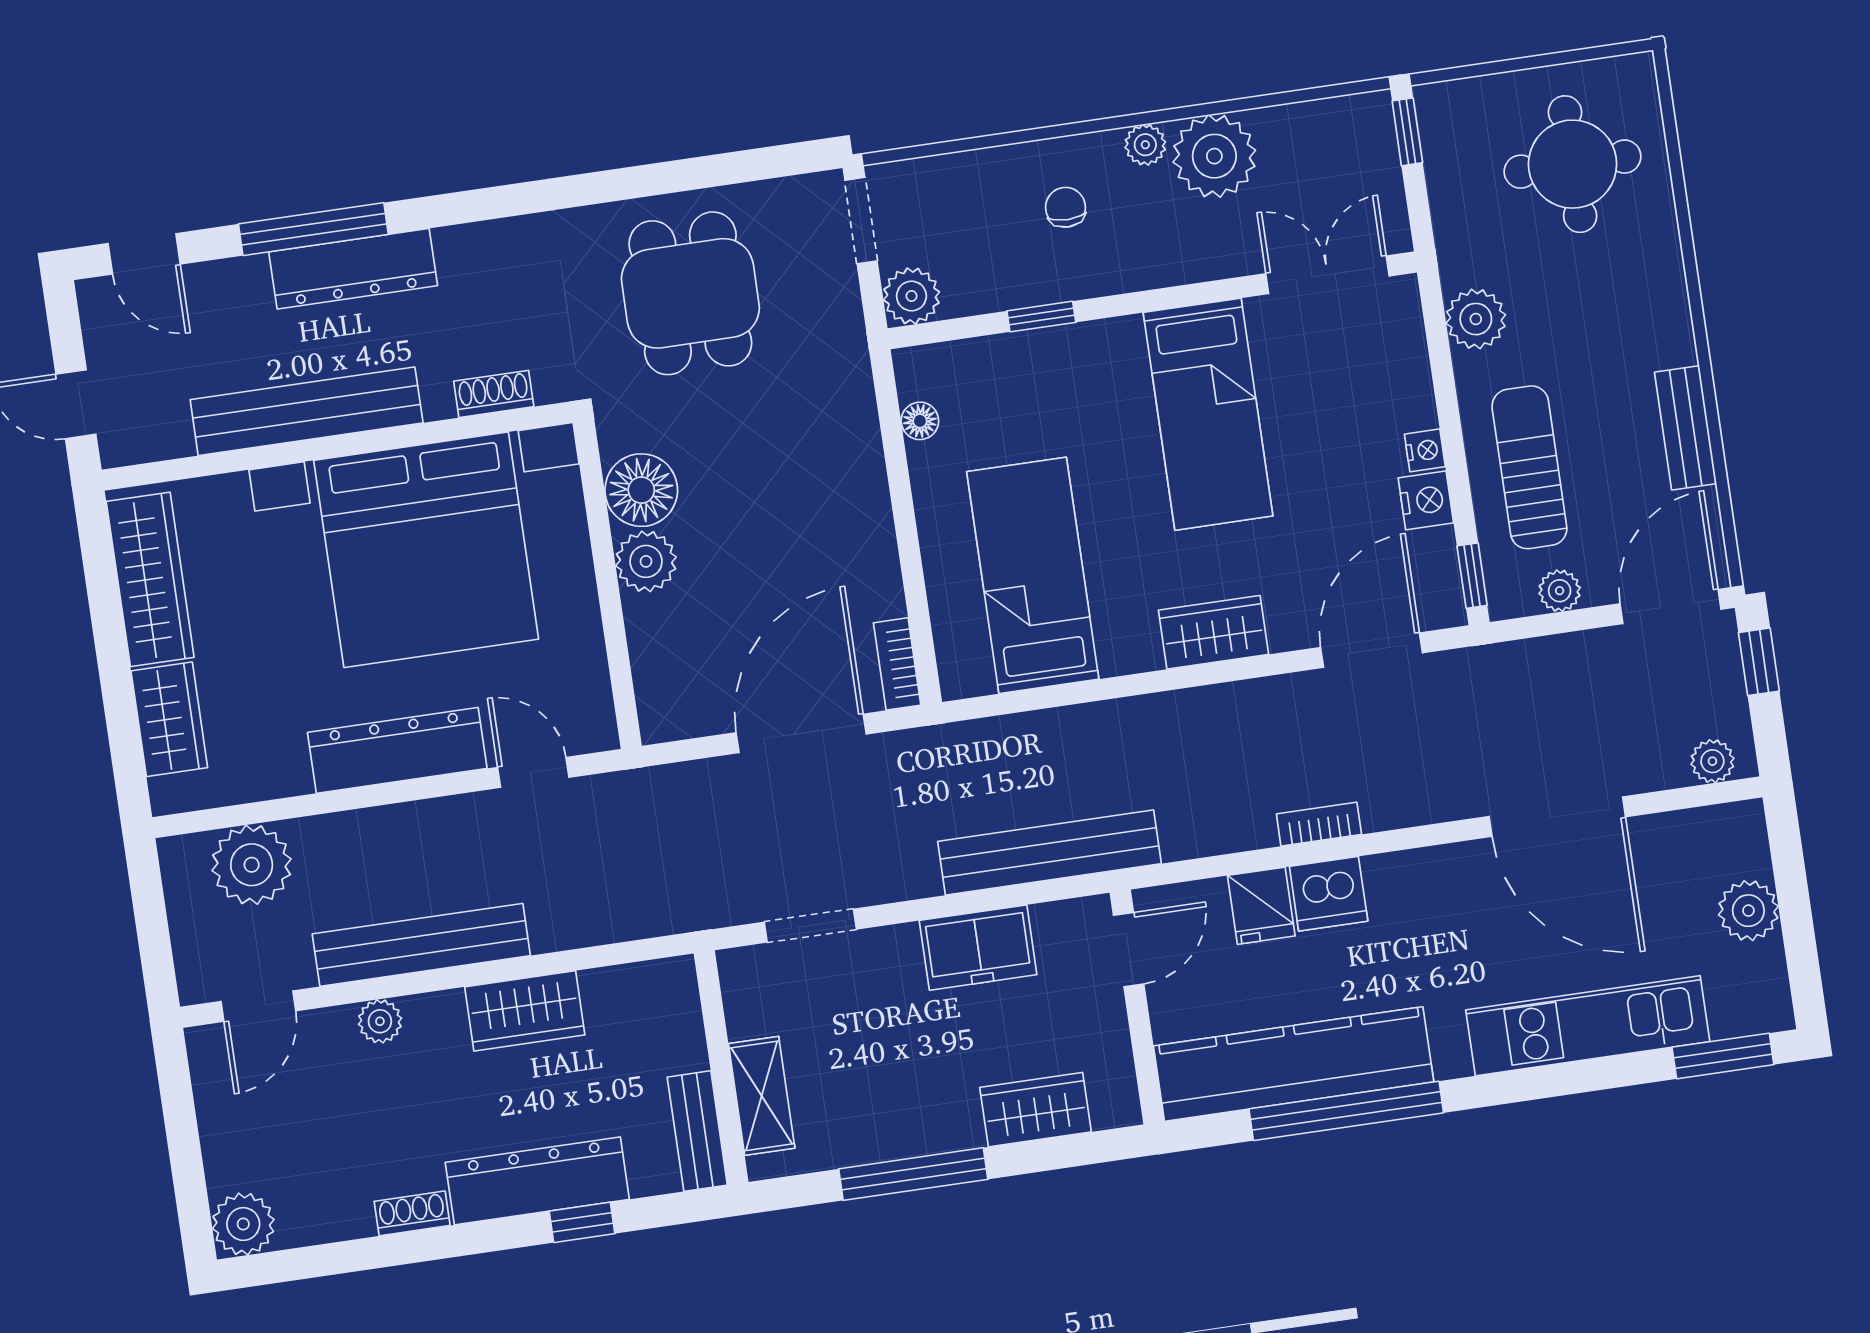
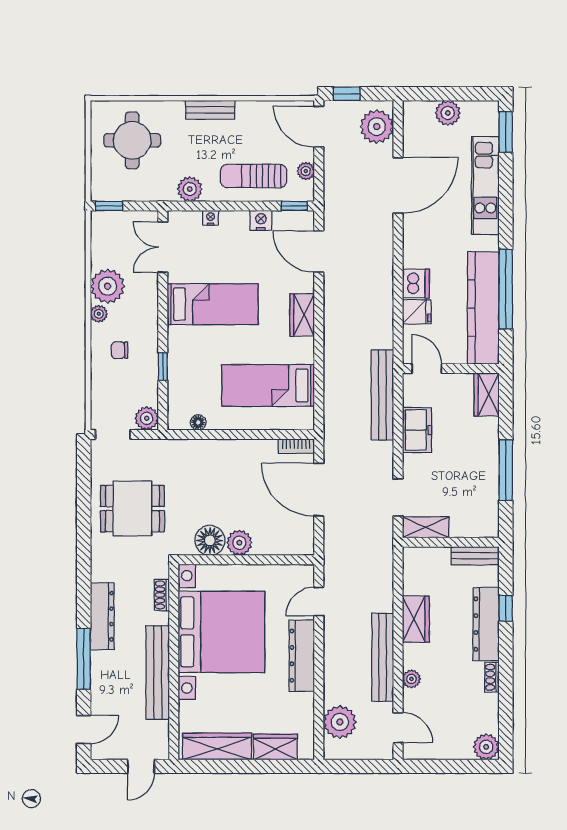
dresser: (353, 269) -> (102, 616), moved
bench: (1686, 428) -> (210, 110), moved
nightstand: (1425, 450) -> (210, 218), moved
plant: (1712, 761) -> (377, 127), width x1.87, depth x1.87
bookcase: (1319, 824) -> (387, 283), removed
shelving: (762, 1096) -> (426, 527), moved
wardrobe: (1036, 1110) -> (487, 394), moved

